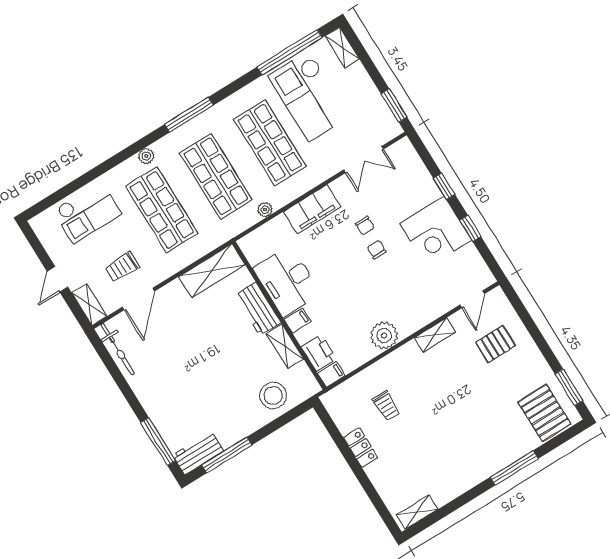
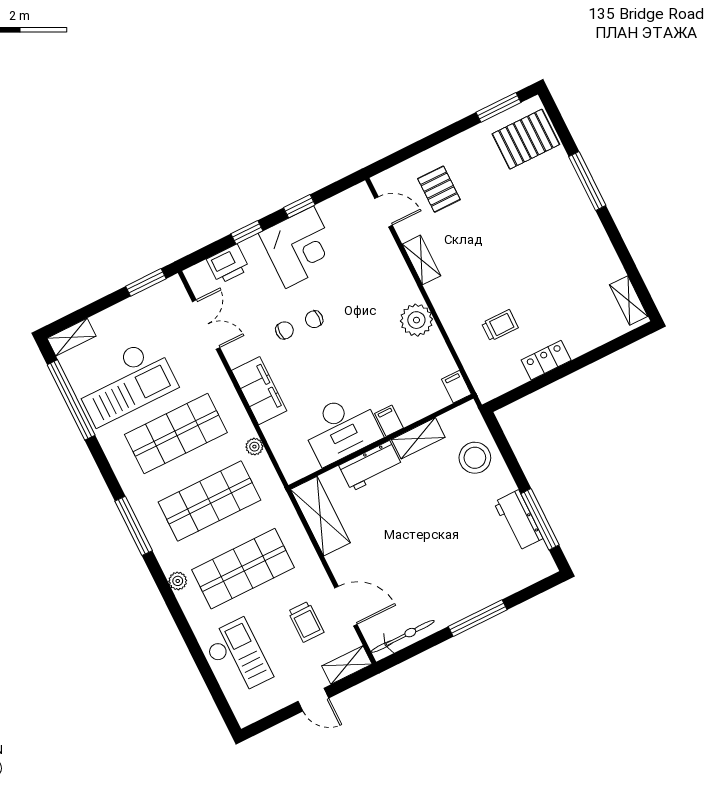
printer: (319, 353) -> (228, 264), moved, turned 180
window: (158, 442) -> (478, 618), moved
workbench: (198, 453) -> (518, 520), moved

